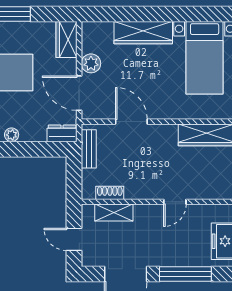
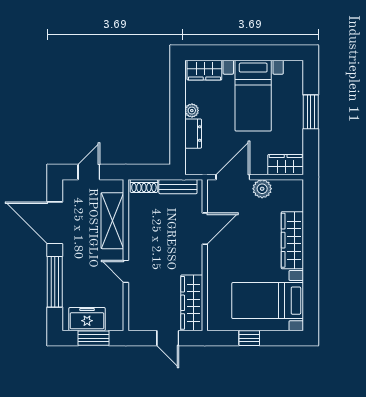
dresser: (62, 133) -> (193, 134), moved
shoe rack: (110, 193) -> (144, 186), moved, turned 90
shelving: (114, 213) -> (112, 221), width x1.50, depth x1.33

